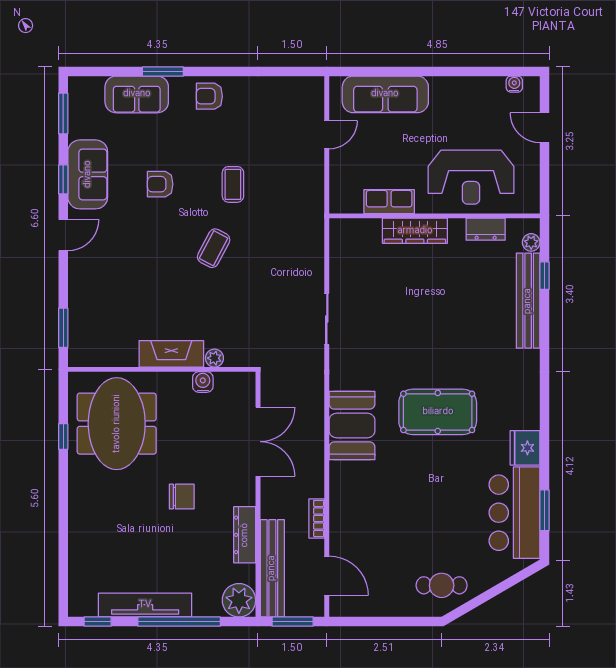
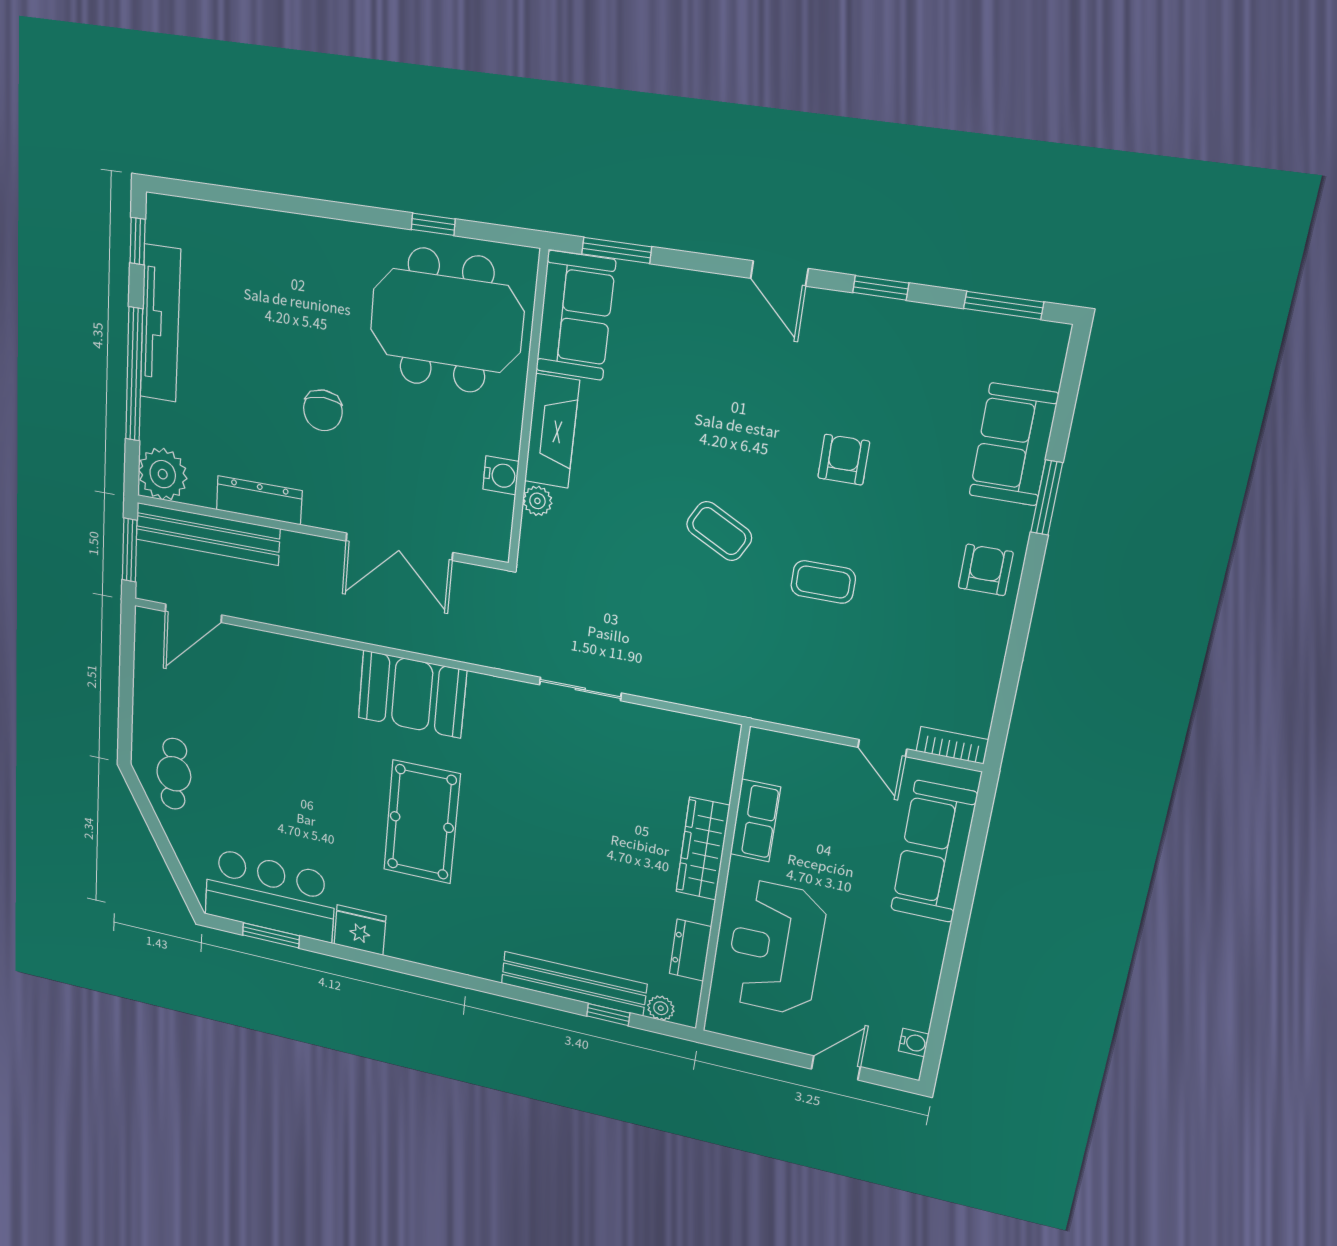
sofa: (88, 174) -> (576, 316), moved, turned -90
bookcase: (317, 518) -> (952, 745), moved

